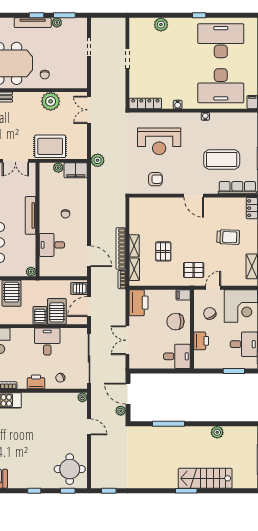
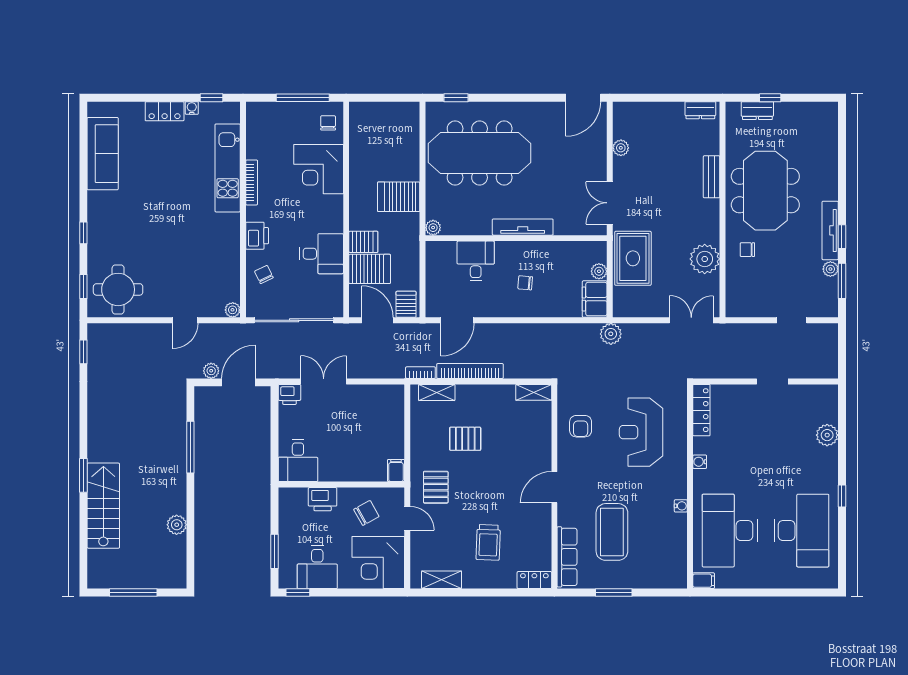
shelving: (134, 246) -> (534, 392), moved
printer: (139, 303) -> (289, 394), moved, width x0.53, depth x0.68
chair: (175, 322) -> (353, 458), removed

